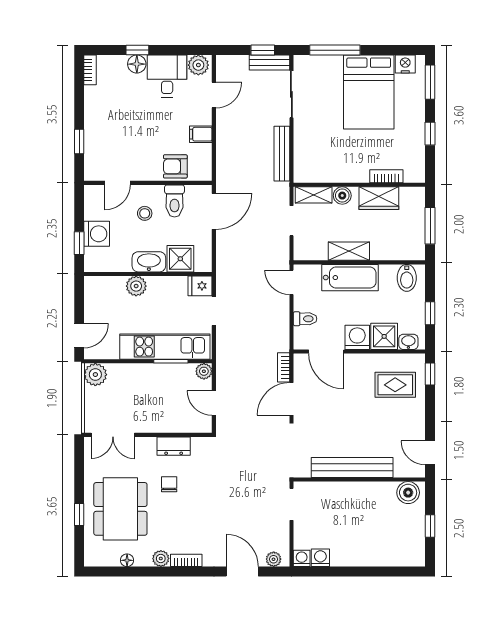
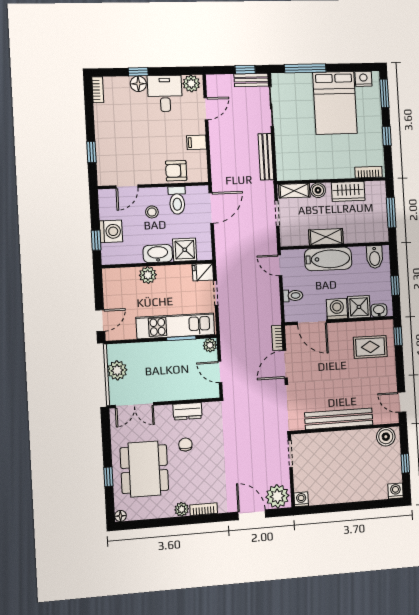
bookcase: (386, 176) -> (369, 172), moved
plant: (95, 375) -> (117, 370), moved
washing machine: (320, 558) -> (396, 491), moved
plant: (274, 559) -> (277, 496), width x1.88, depth x1.88
floor lamp: (127, 560) -> (120, 516), moved

